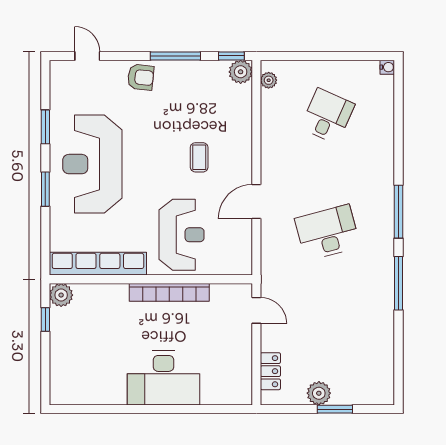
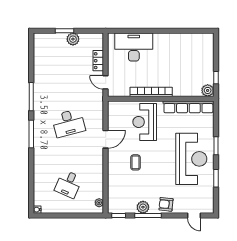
plant: (241, 72) -> (143, 207), moved
locker: (270, 371) -> (98, 61), moved
desk: (163, 378) -> (134, 47), moved

